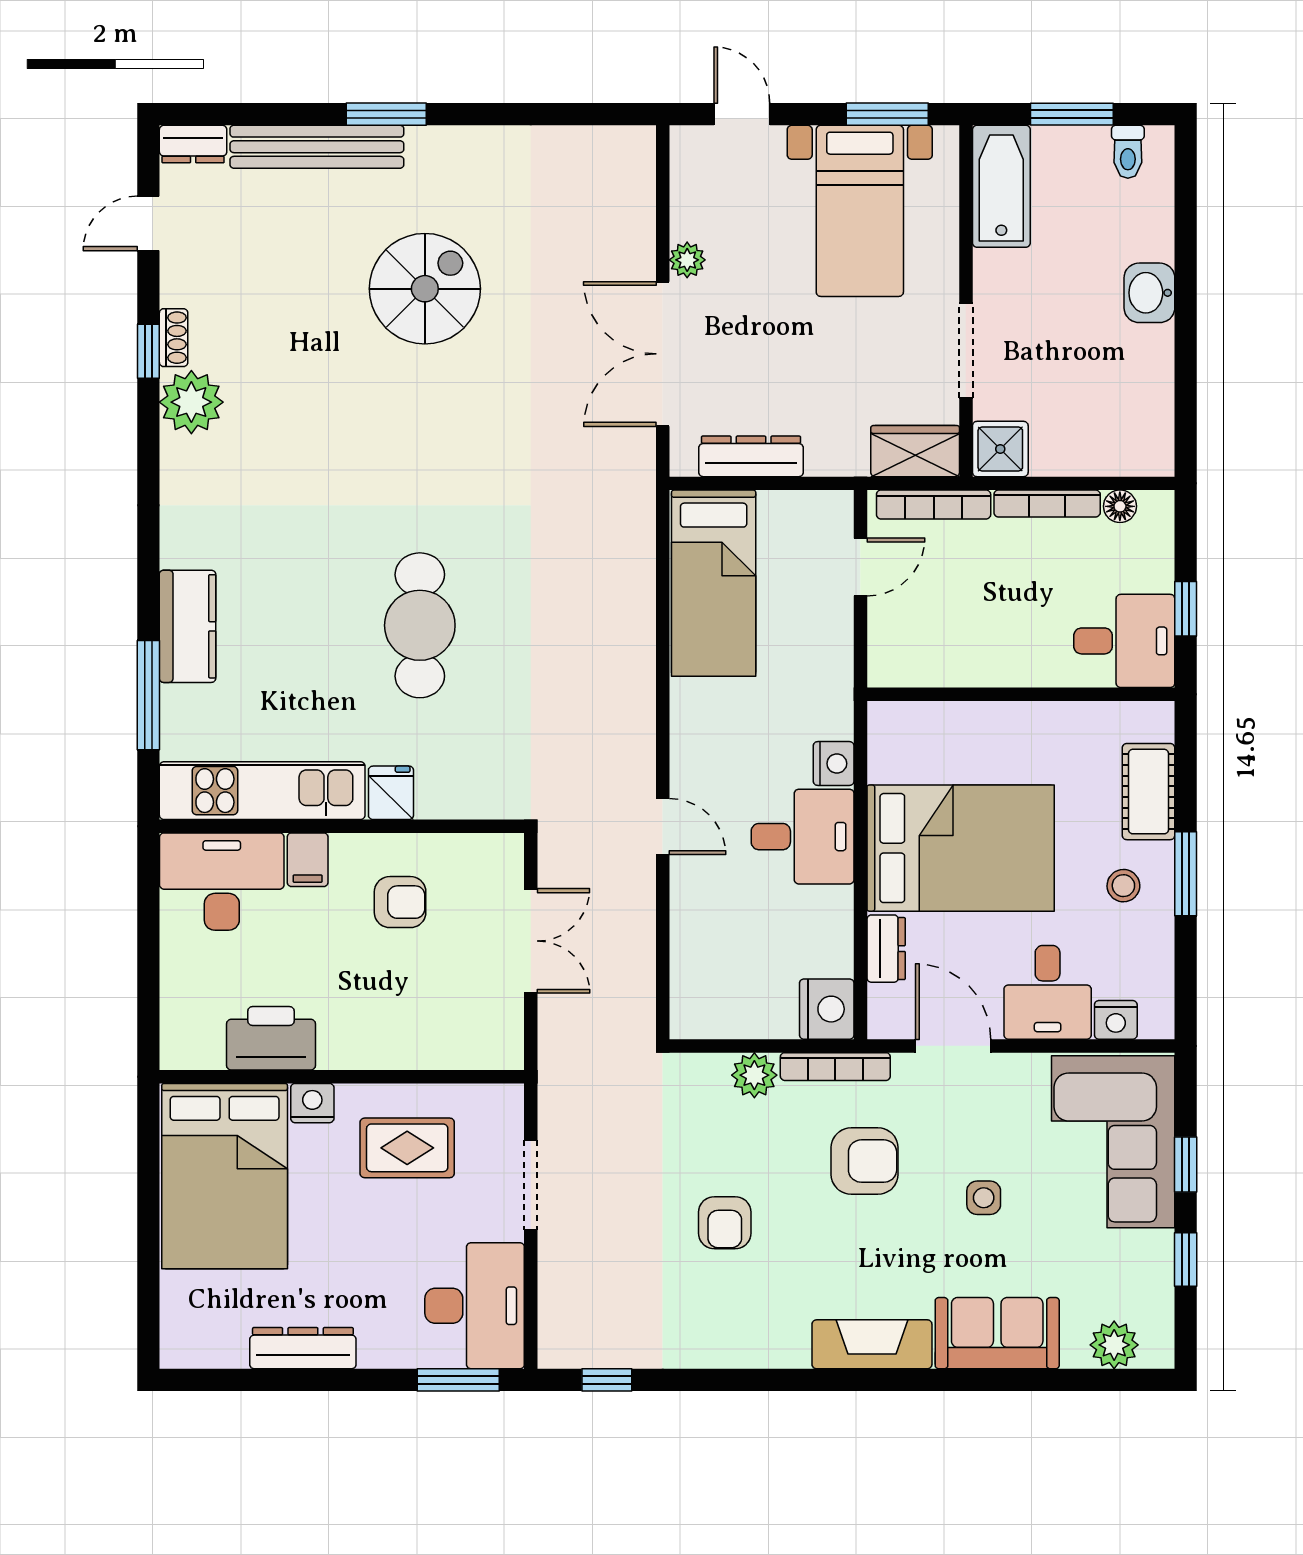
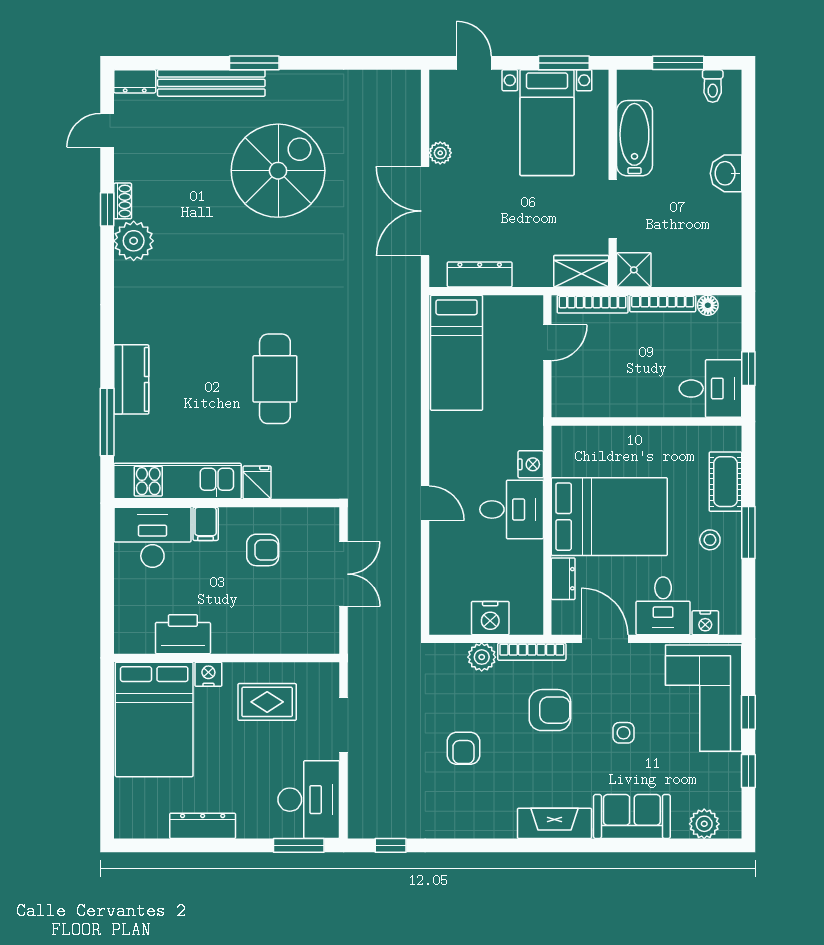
bathtub: (1001, 186) -> (634, 138), moved
spiral stairs: (425, 289) -> (278, 171), width x1.37, depth x1.37
nightstand: (827, 1009) -> (490, 618), moved, turned 90

